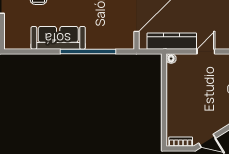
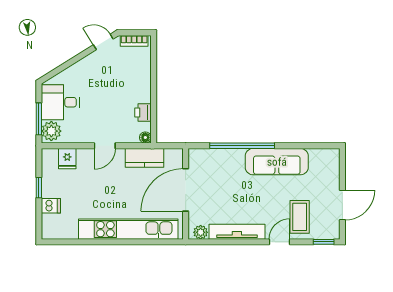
kitchen counter: (172, 41) -> (145, 158), width x0.67
printer: (173, 80) -> (143, 112), added

